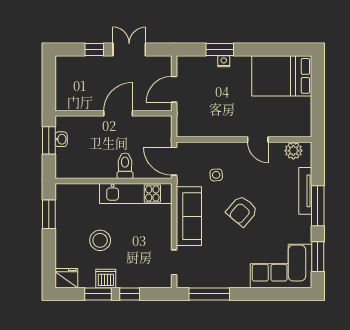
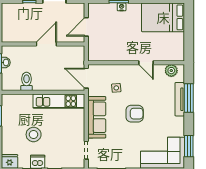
toilet: (125, 166) -> (26, 81), moved
window: (318, 206) -> (189, 98), moved
armchair: (242, 211) -> (135, 114), turned -130

